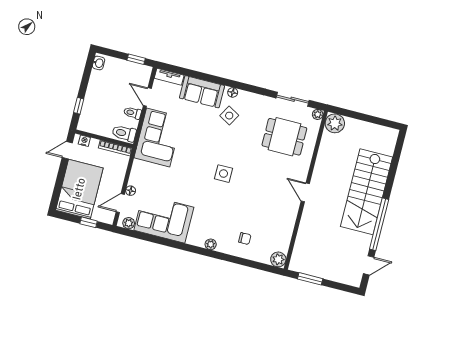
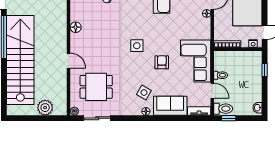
plant: (335, 123) -> (45, 108), moved
toilet: (124, 133) -> (223, 109), moved
armchair: (199, 146) -> (162, 62), added
door: (305, 192) -> (69, 61), moved
stairs: (367, 192) -> (20, 60), width x1.36
floor lamp: (291, 214) -> (76, 27), added

